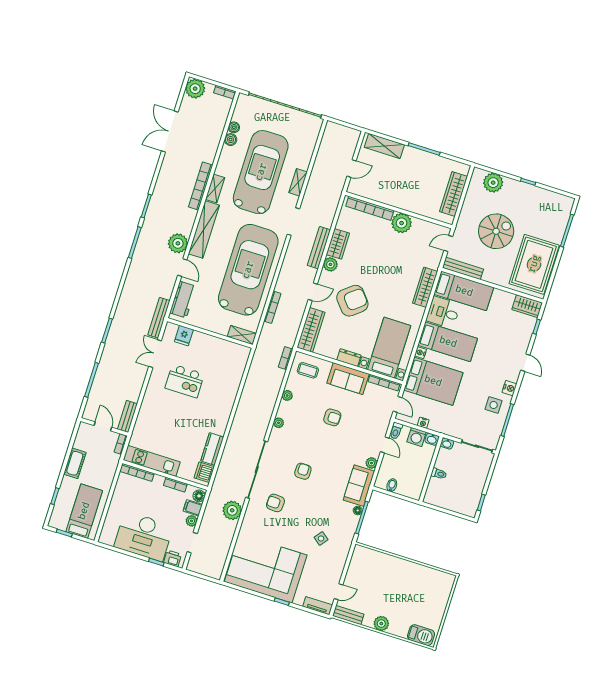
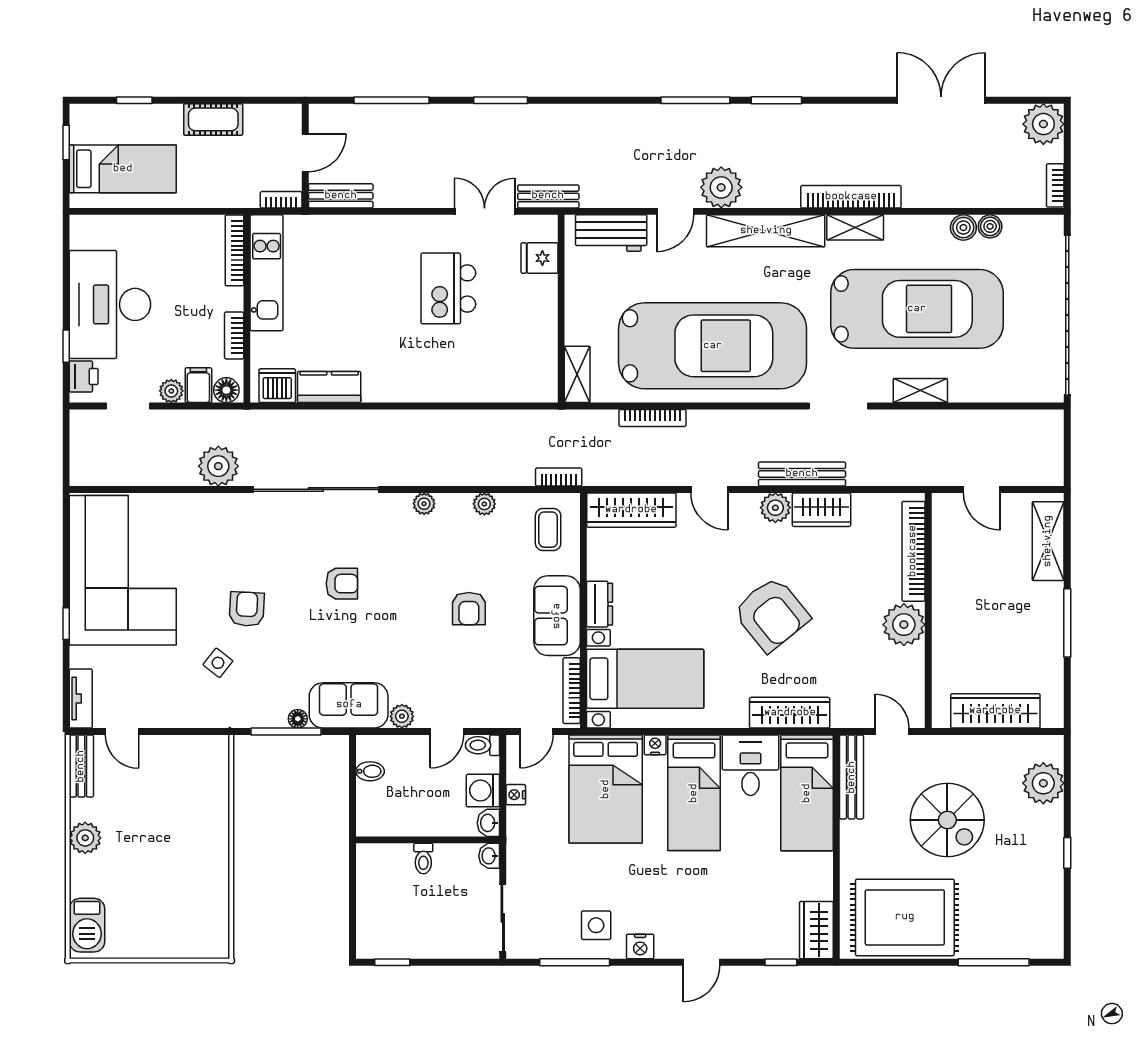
armchair: (352, 301) -> (771, 614), moved
bench: (159, 318) -> (548, 196), width x0.73
armchair: (275, 503) -> (247, 609), moved

